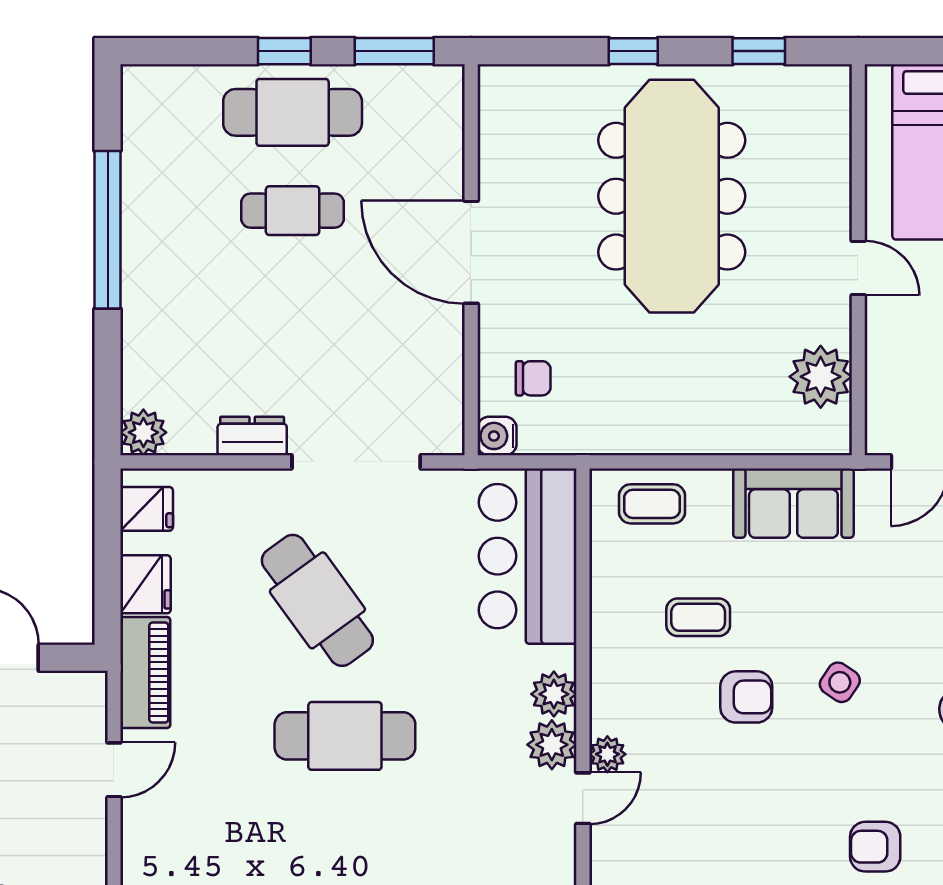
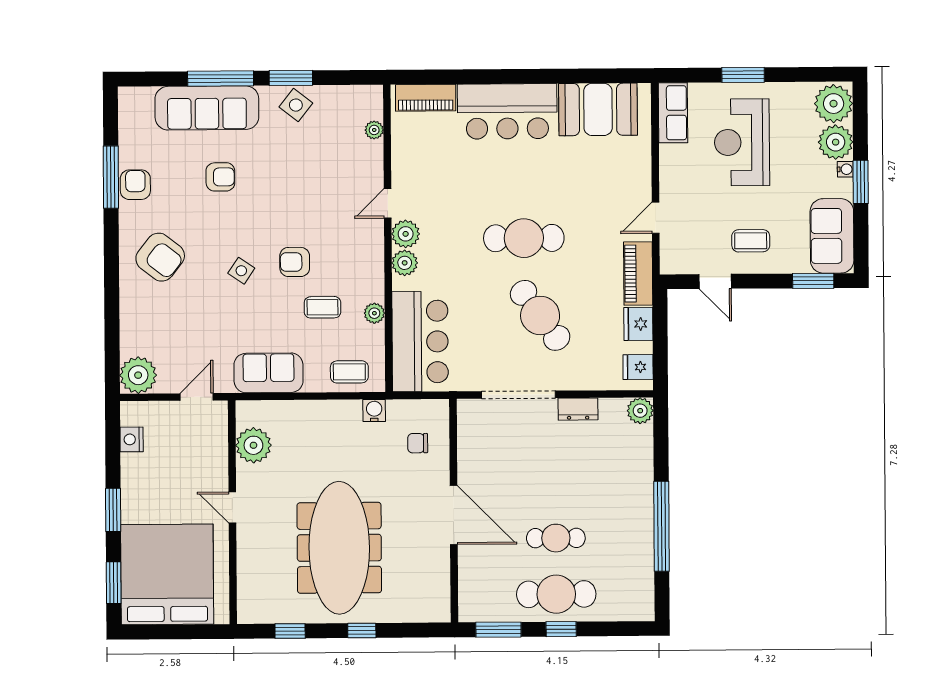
water cooler: (497, 436) -> (374, 411), moved, turned -90
plant: (607, 754) -> (374, 313), moved

